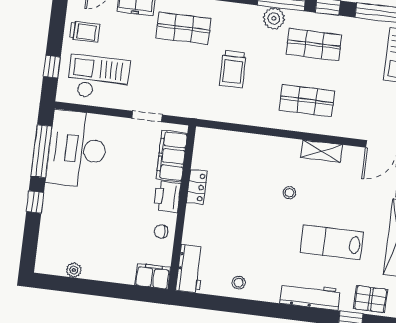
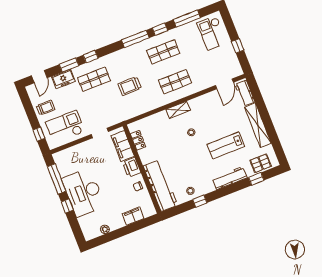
plant: (274, 18) -> (136, 50), removed
trolley: (233, 69) -> (130, 86), turned 90
desk: (77, 149) -> (83, 192), moved
shelving: (321, 151) -> (178, 110), moved
locker: (197, 187) -> (138, 140), moved
workbench: (190, 269) -> (160, 186), width x1.88, depth x1.32
filing cabinet: (153, 276) -> (133, 216), moved
window: (244, 306) -> (200, 201), added

